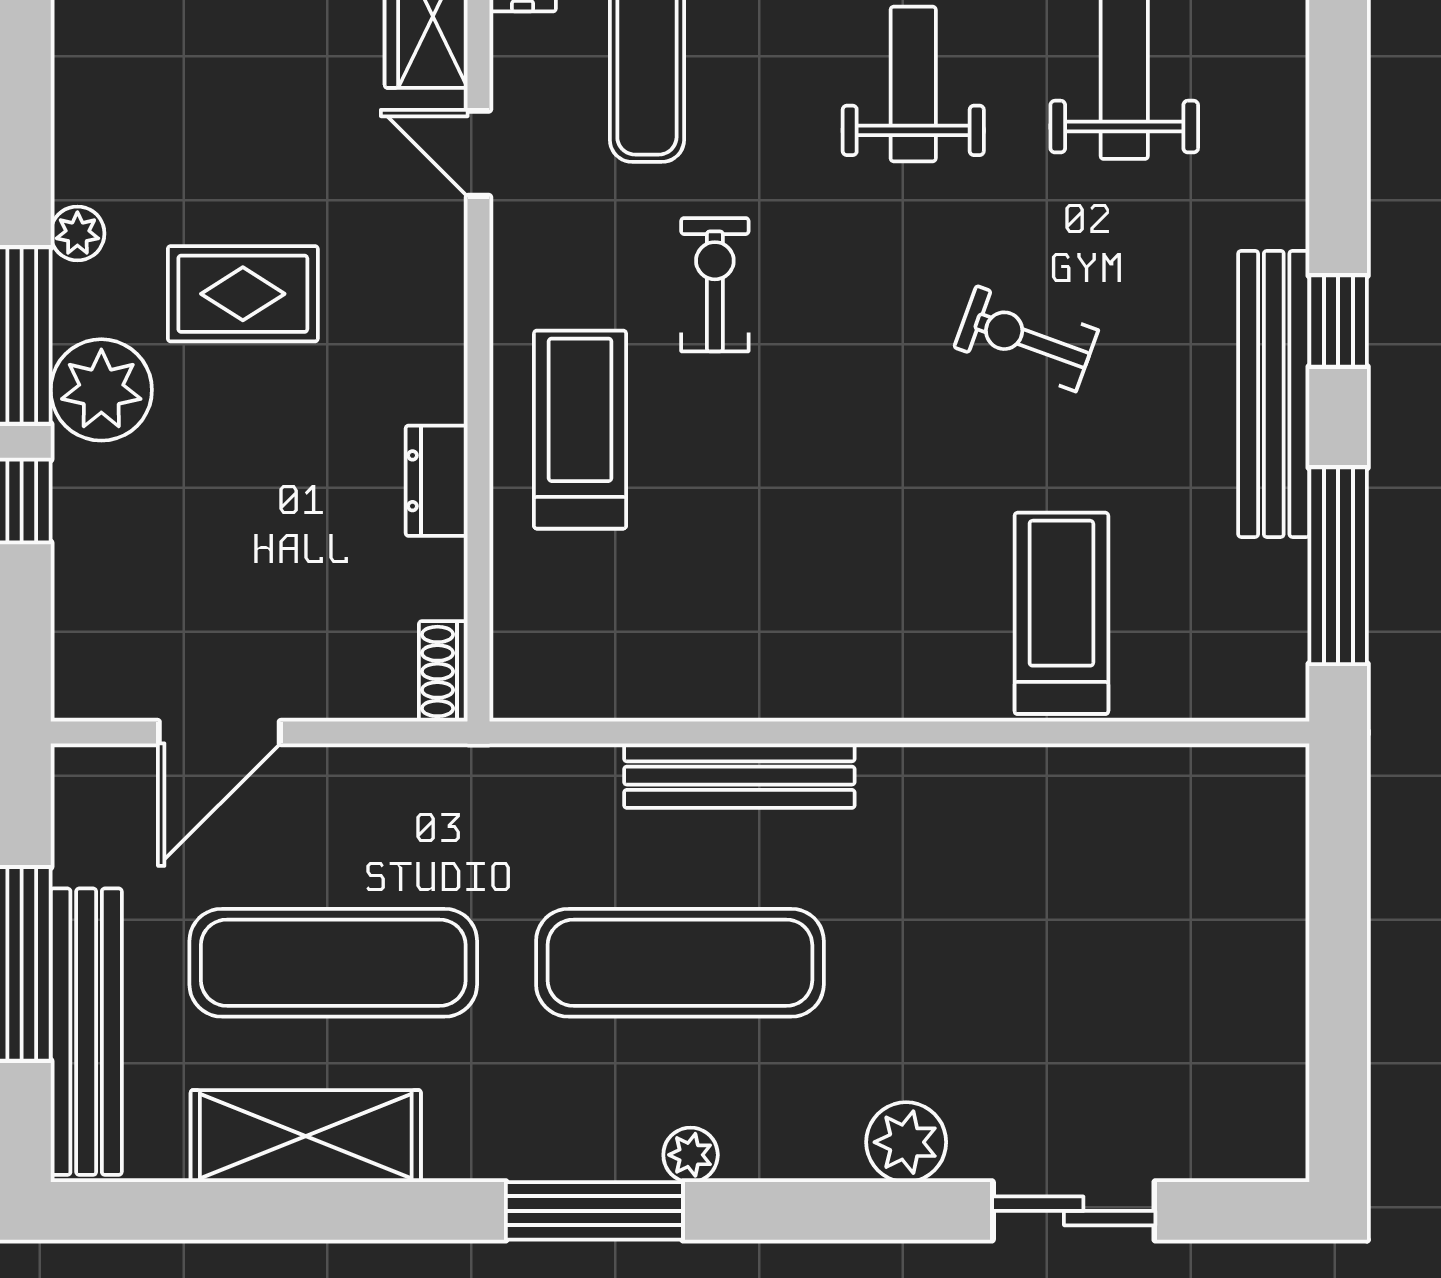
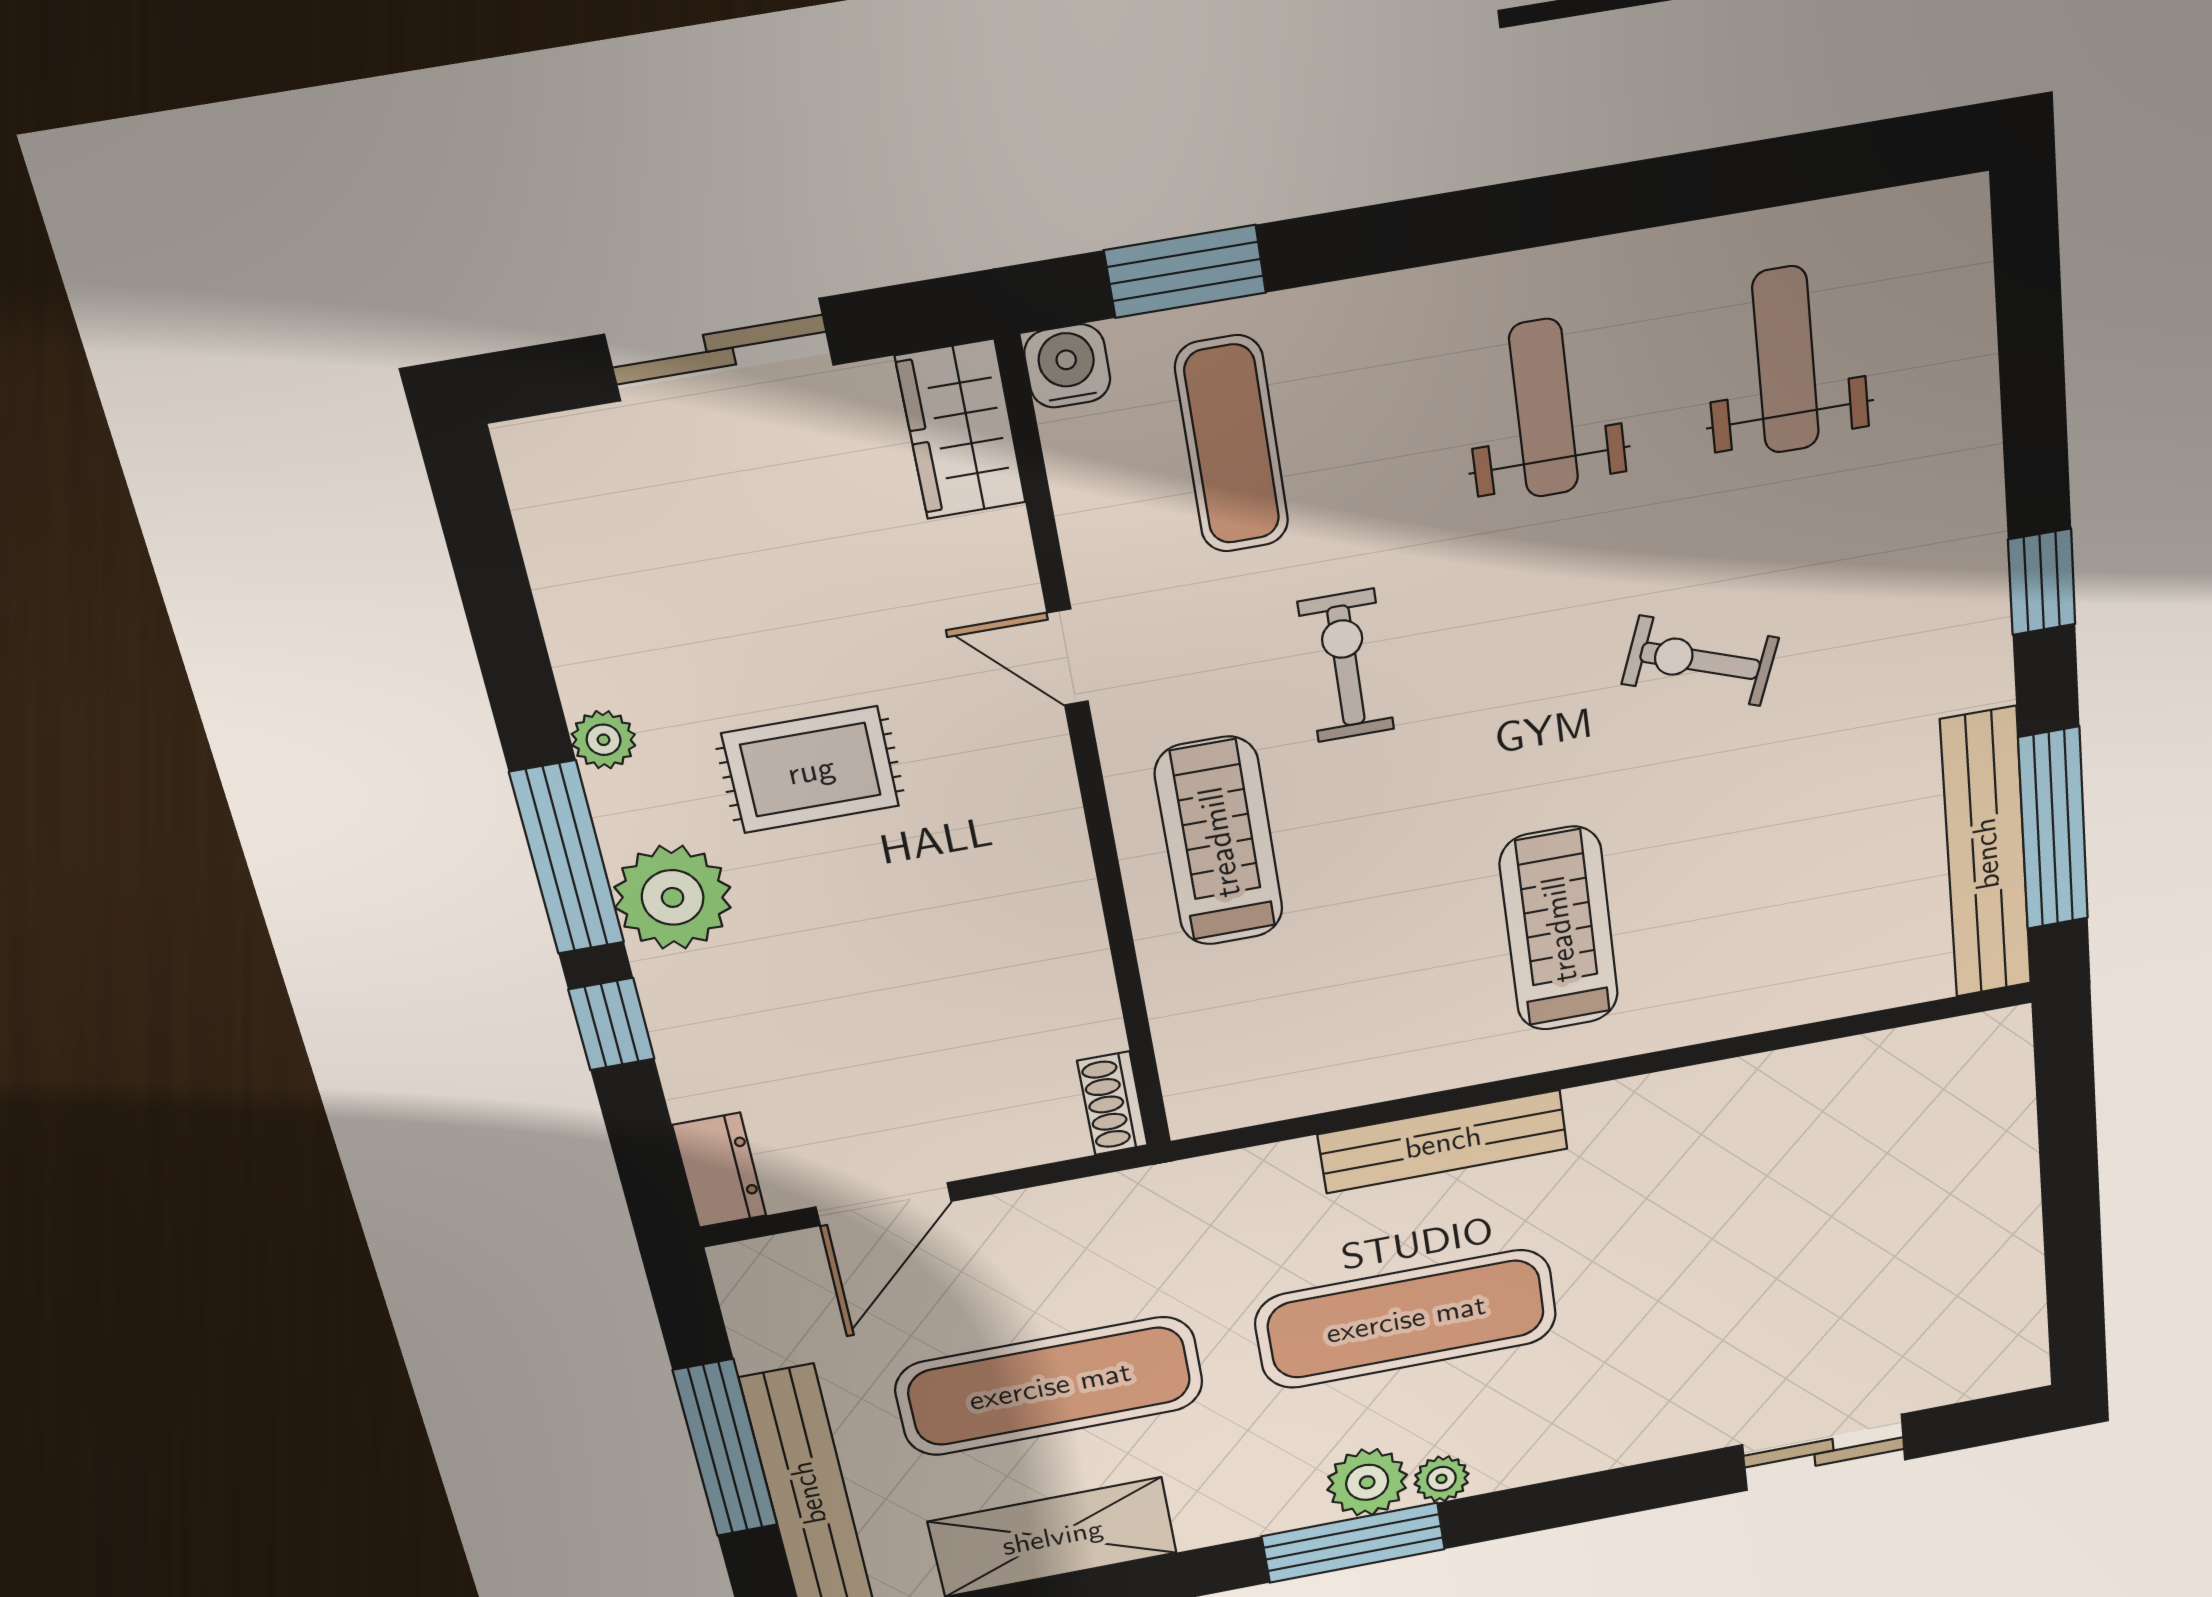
door: (479, 153) -> (1068, 657), moved
bench: (1274, 394) -> (1986, 854), moved
dresser: (437, 481) -> (719, 1170), moved, turned 180
treadmill: (1061, 613) -> (1559, 929), moved
plant: (906, 1142) -> (1367, 1482), moved

